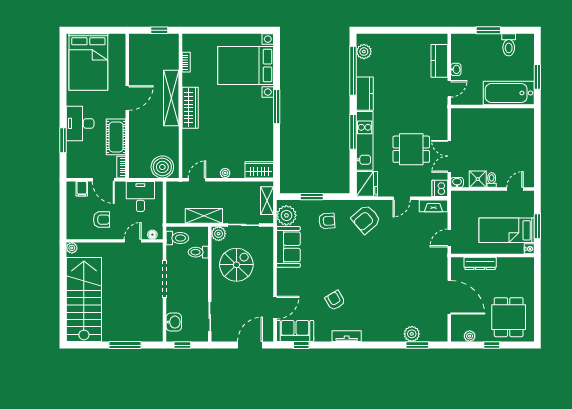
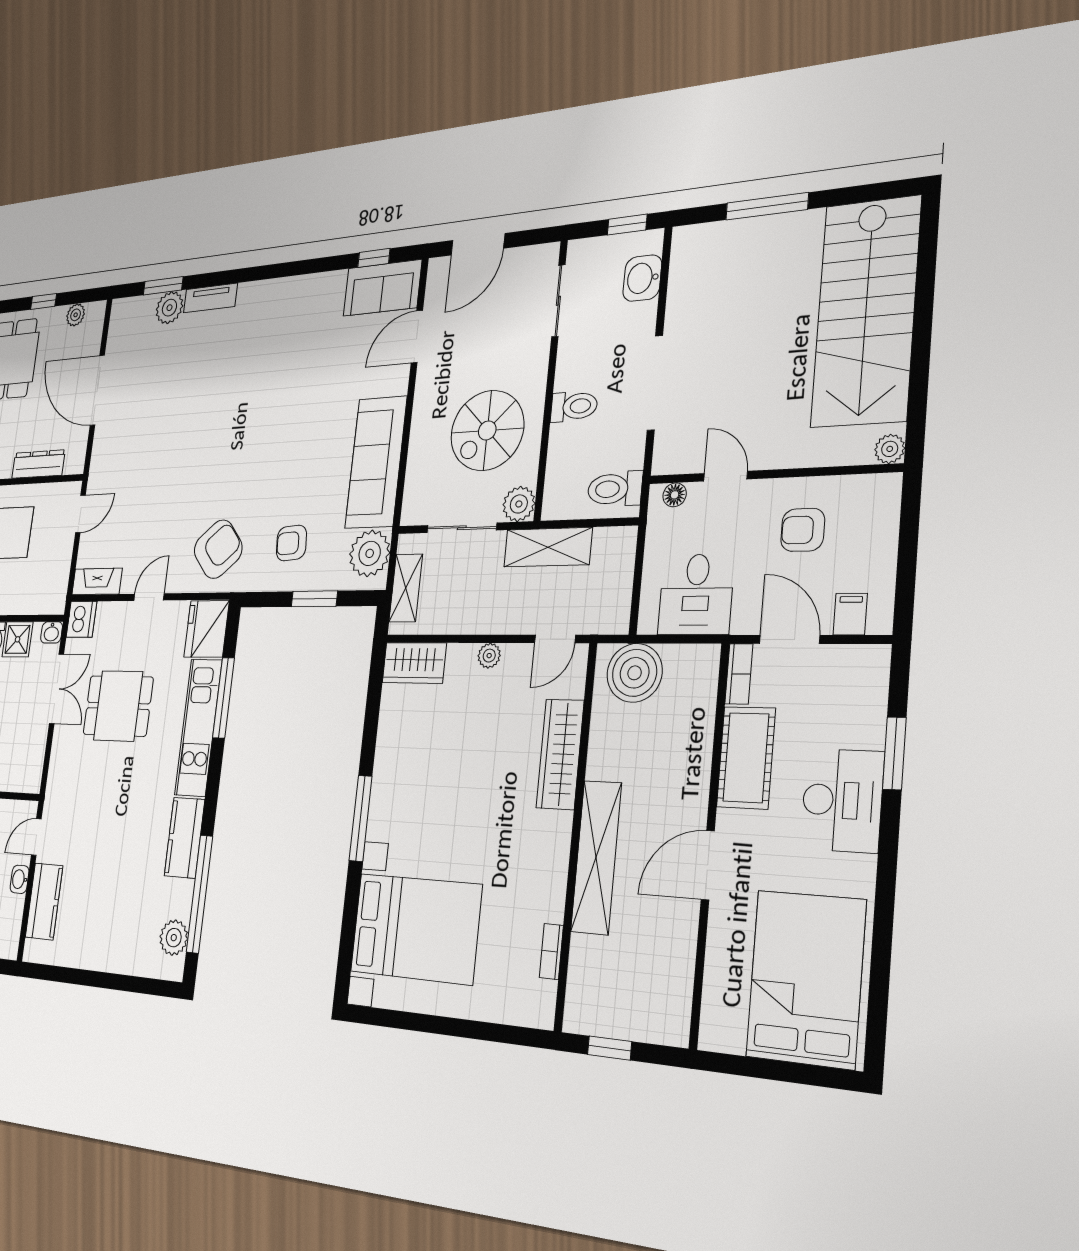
wardrobe: (190, 108) -> (560, 754), moved
window: (353, 132) -> (224, 698), moved
door: (133, 241) -> (725, 476), swing flipped
sofa: (288, 247) -> (376, 462), width x1.36
toilet: (198, 252) -> (574, 406), moved
armchair: (335, 300) -> (297, 365), removed
tv unit: (347, 336) -> (210, 298), moved

